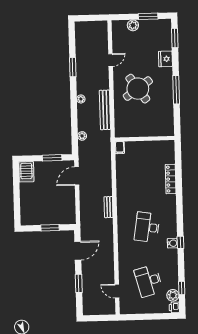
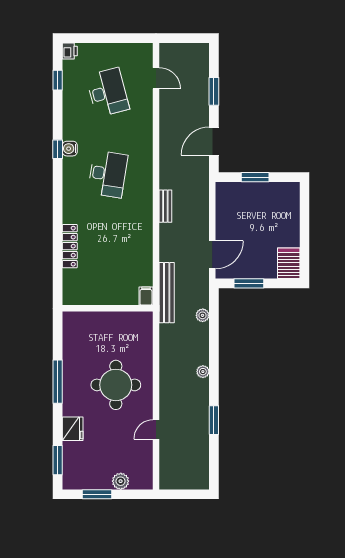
round table: (138, 89) -> (116, 385), turned 35
bench: (105, 110) -> (167, 293), moved
plant: (173, 295) -> (71, 69), removed

